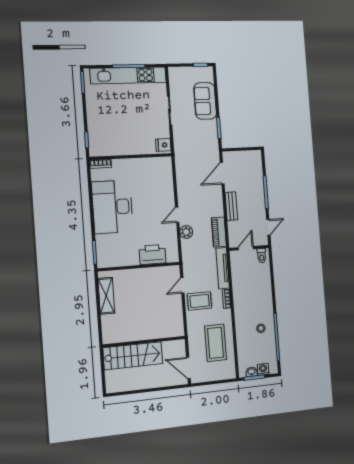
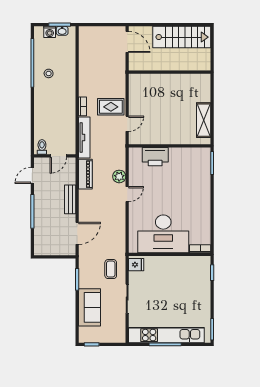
desk: (112, 207) -> (163, 234), moved, turned 90
coffee table: (215, 343) -> (111, 269), moved, width x0.54, depth x0.58
stairs: (133, 356) -> (182, 37), moved, turned 180

